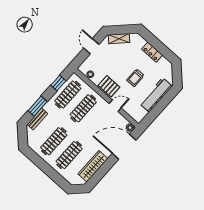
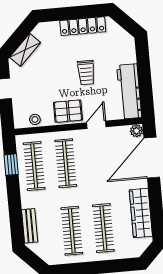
locker: (152, 52) -> (83, 26), width x1.53
workbench: (156, 95) -> (129, 91), moved
window: (38, 106) -> (15, 212), removed

